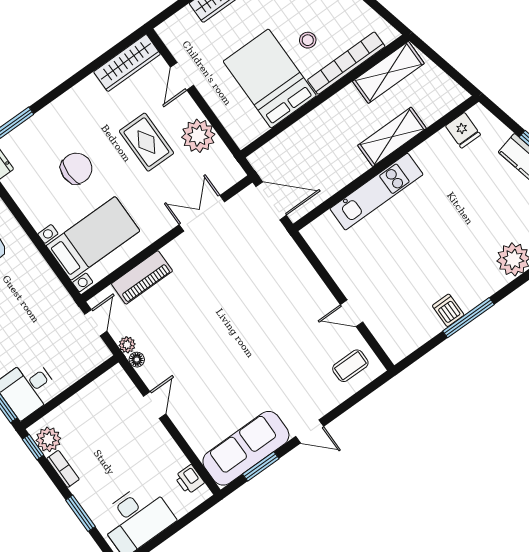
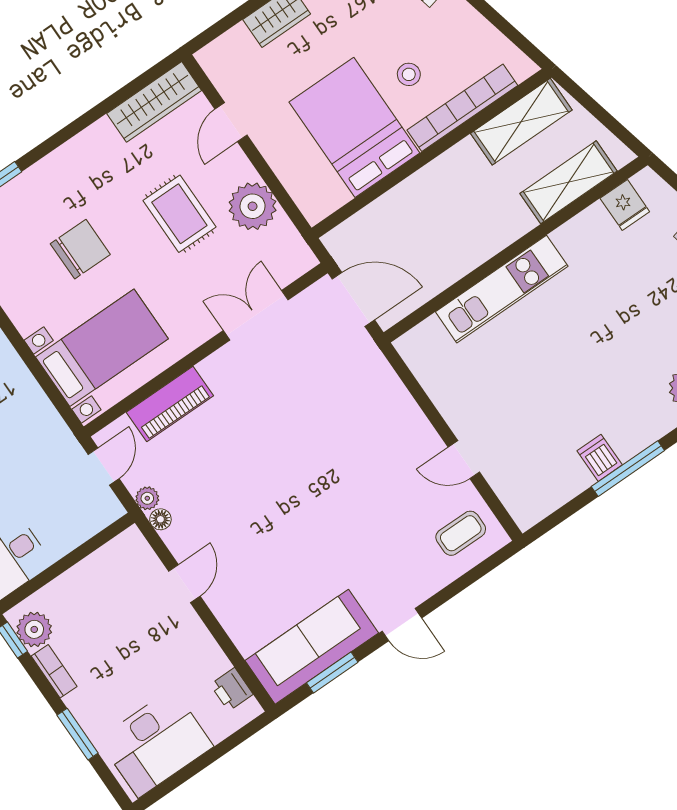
shelving: (392, 137) -> (568, 182), moved

